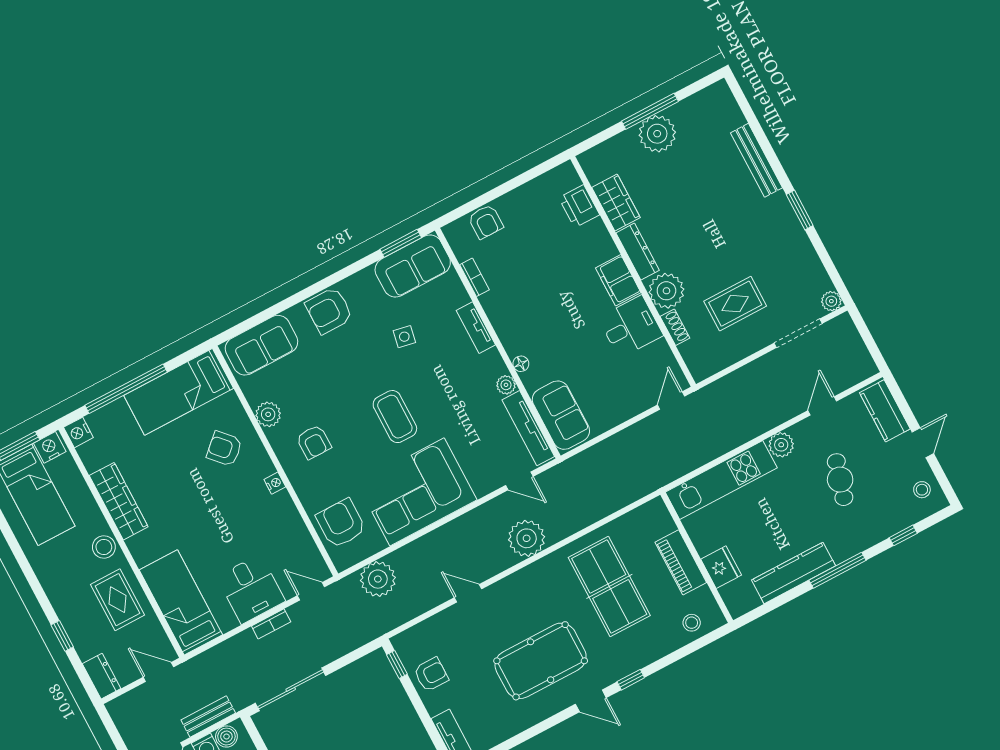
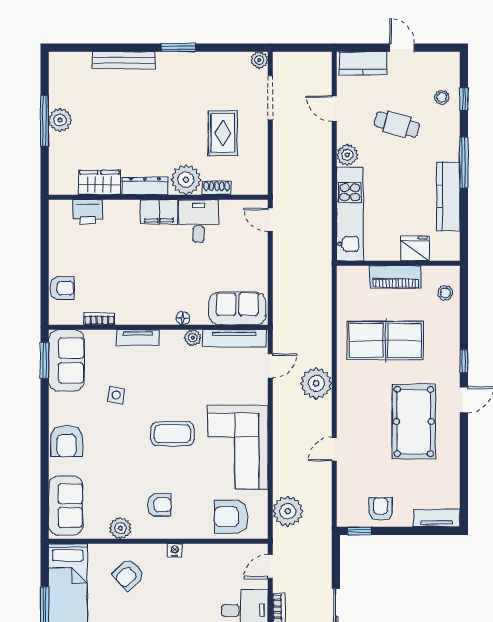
plant: (657, 134) -> (60, 120), width x0.73, depth x0.73
stool: (922, 490) -> (442, 97), moved

